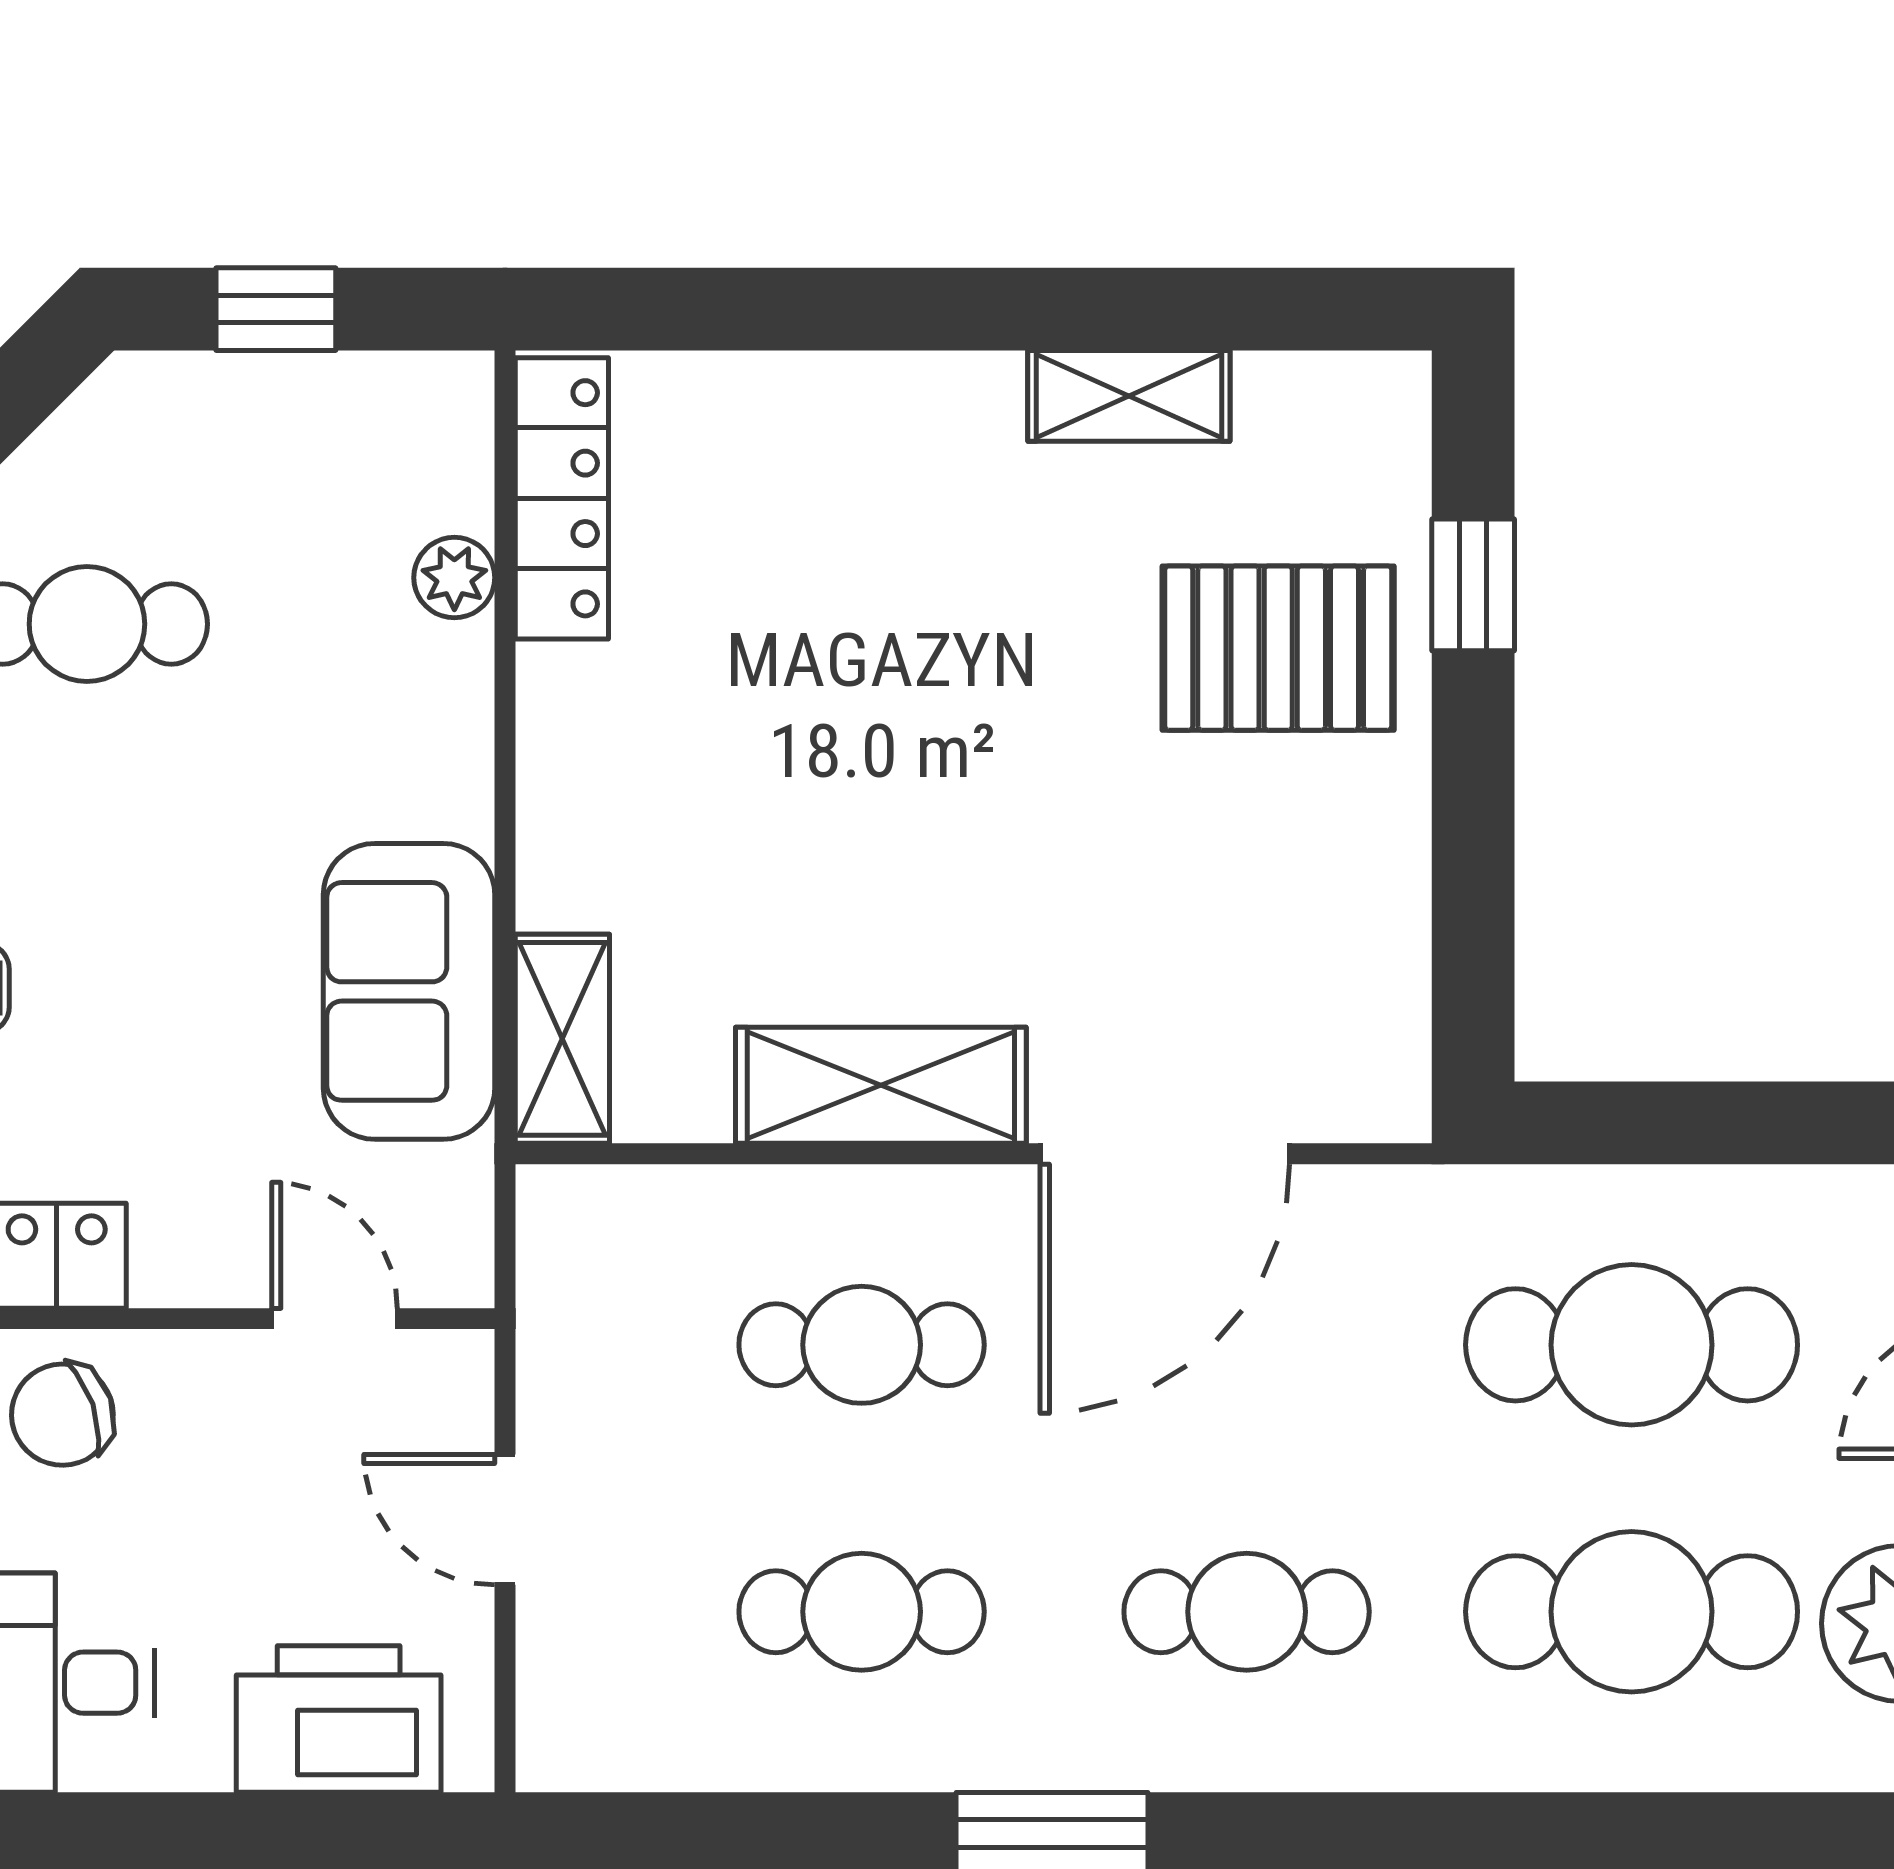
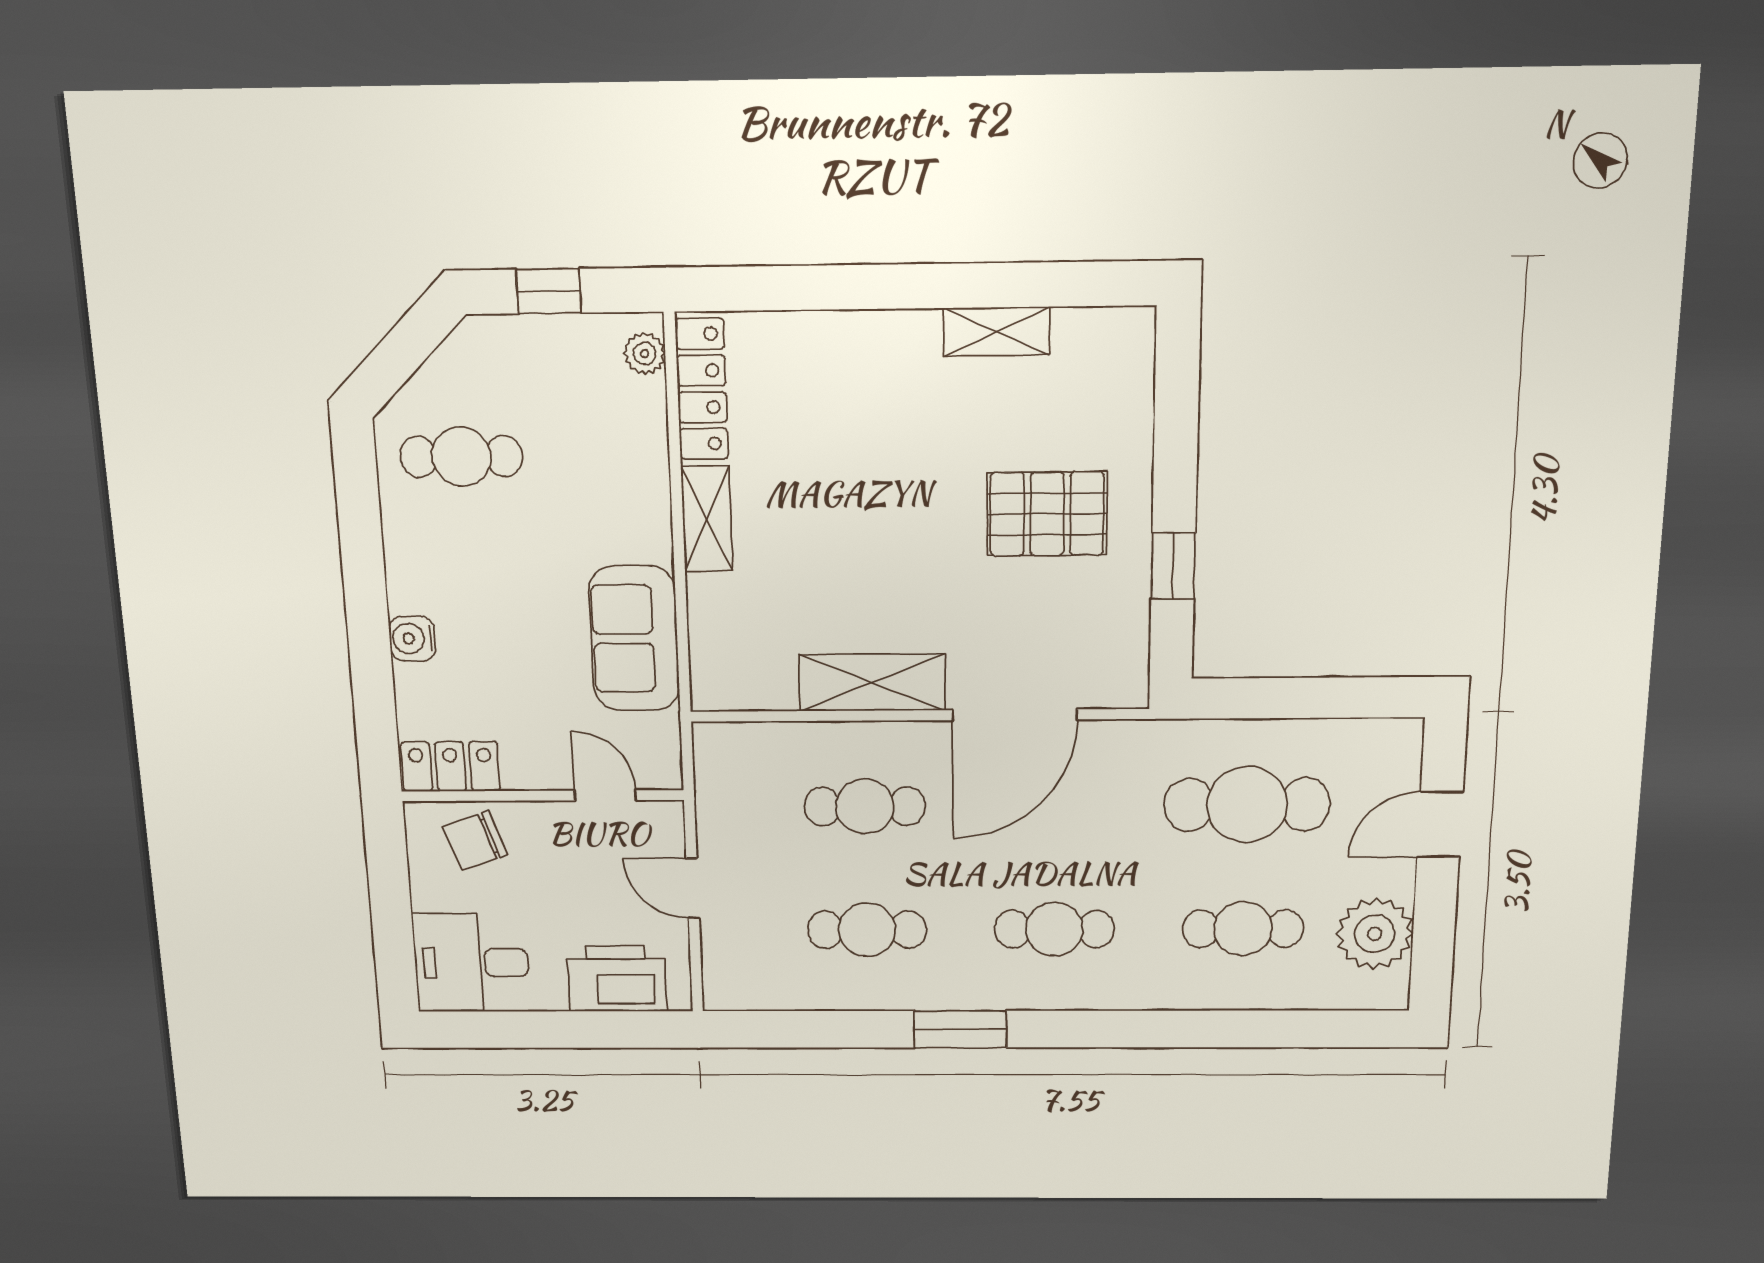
plant: (454, 578) -> (645, 354), moved
window: (1473, 585) -> (1173, 566), moved
pallet: (1278, 648) -> (1047, 514), moved
shelving: (562, 1039) -> (707, 519), moved
cafe table: (1632, 1612) -> (1243, 929), width x0.73, depth x0.74

